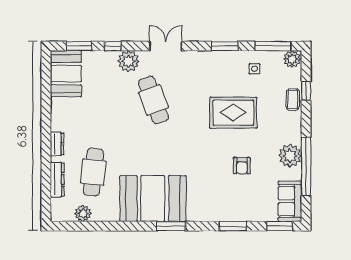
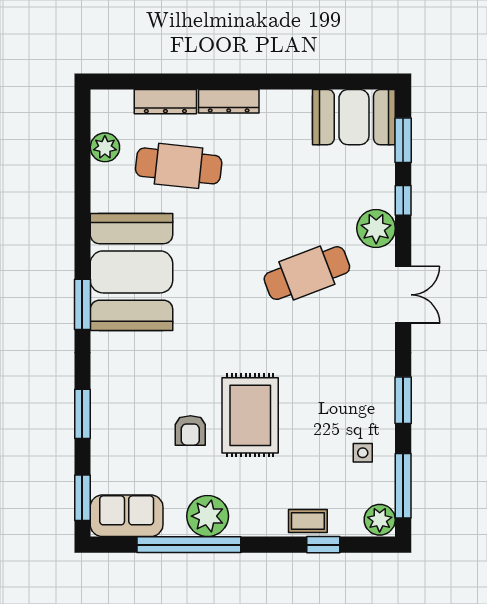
rug: (233, 113) -> (250, 415), moved
dresser: (57, 144) -> (229, 101), width x1.44
armchair: (242, 166) -> (190, 430), turned -90

